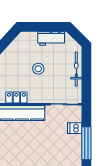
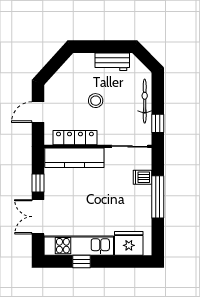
window: (86, 86) -> (158, 123), added
locker: (16, 97) -> (75, 138), width x1.53

